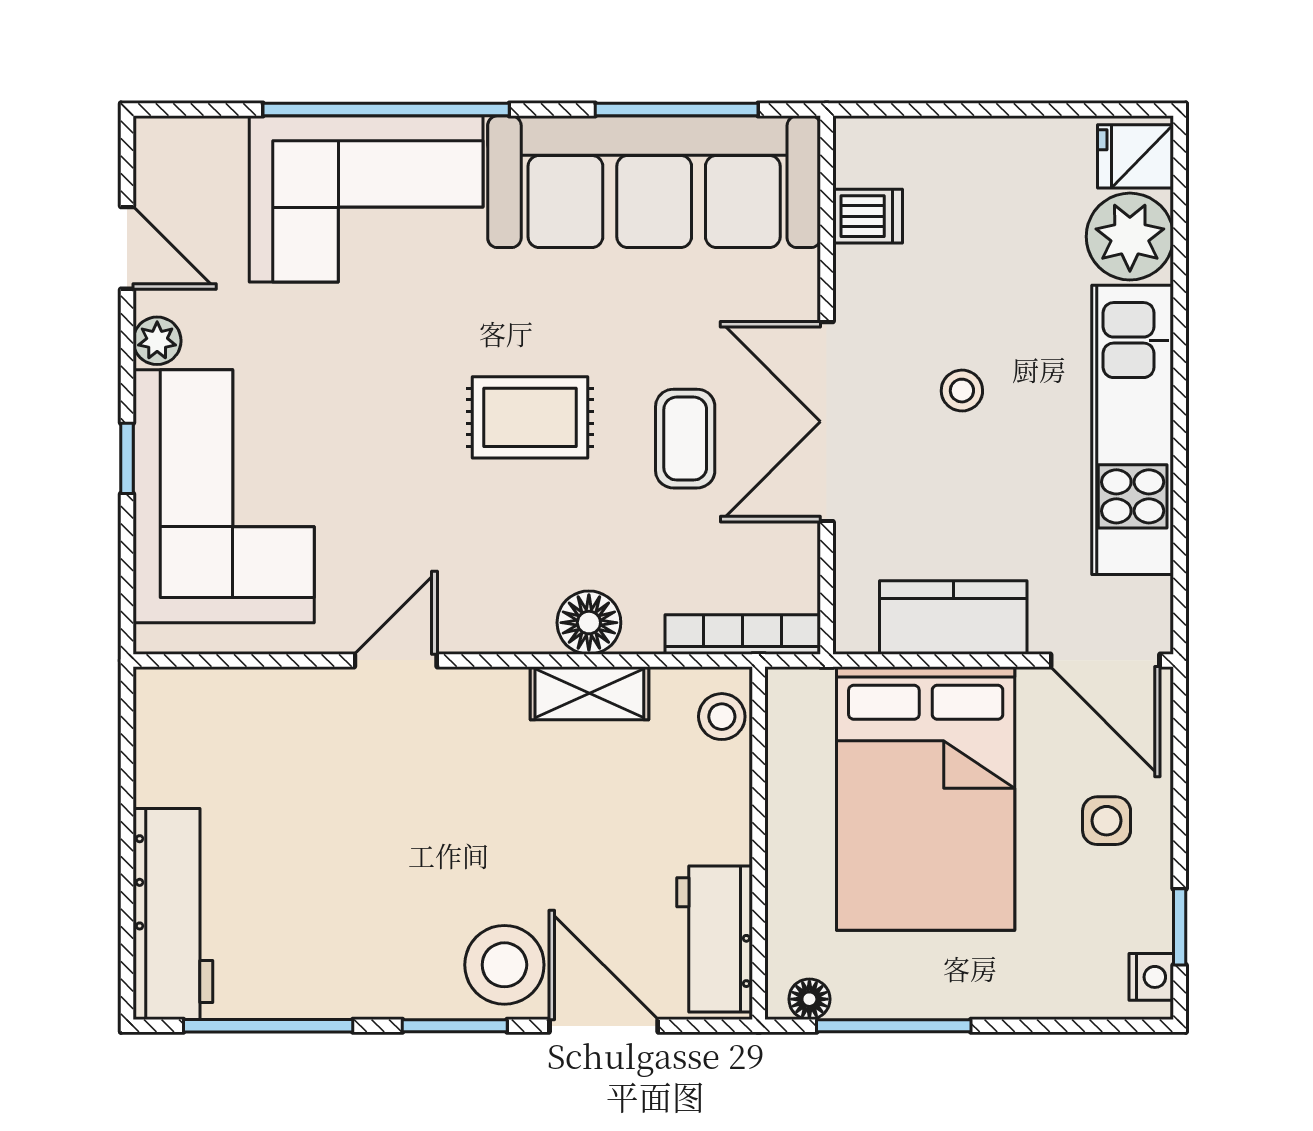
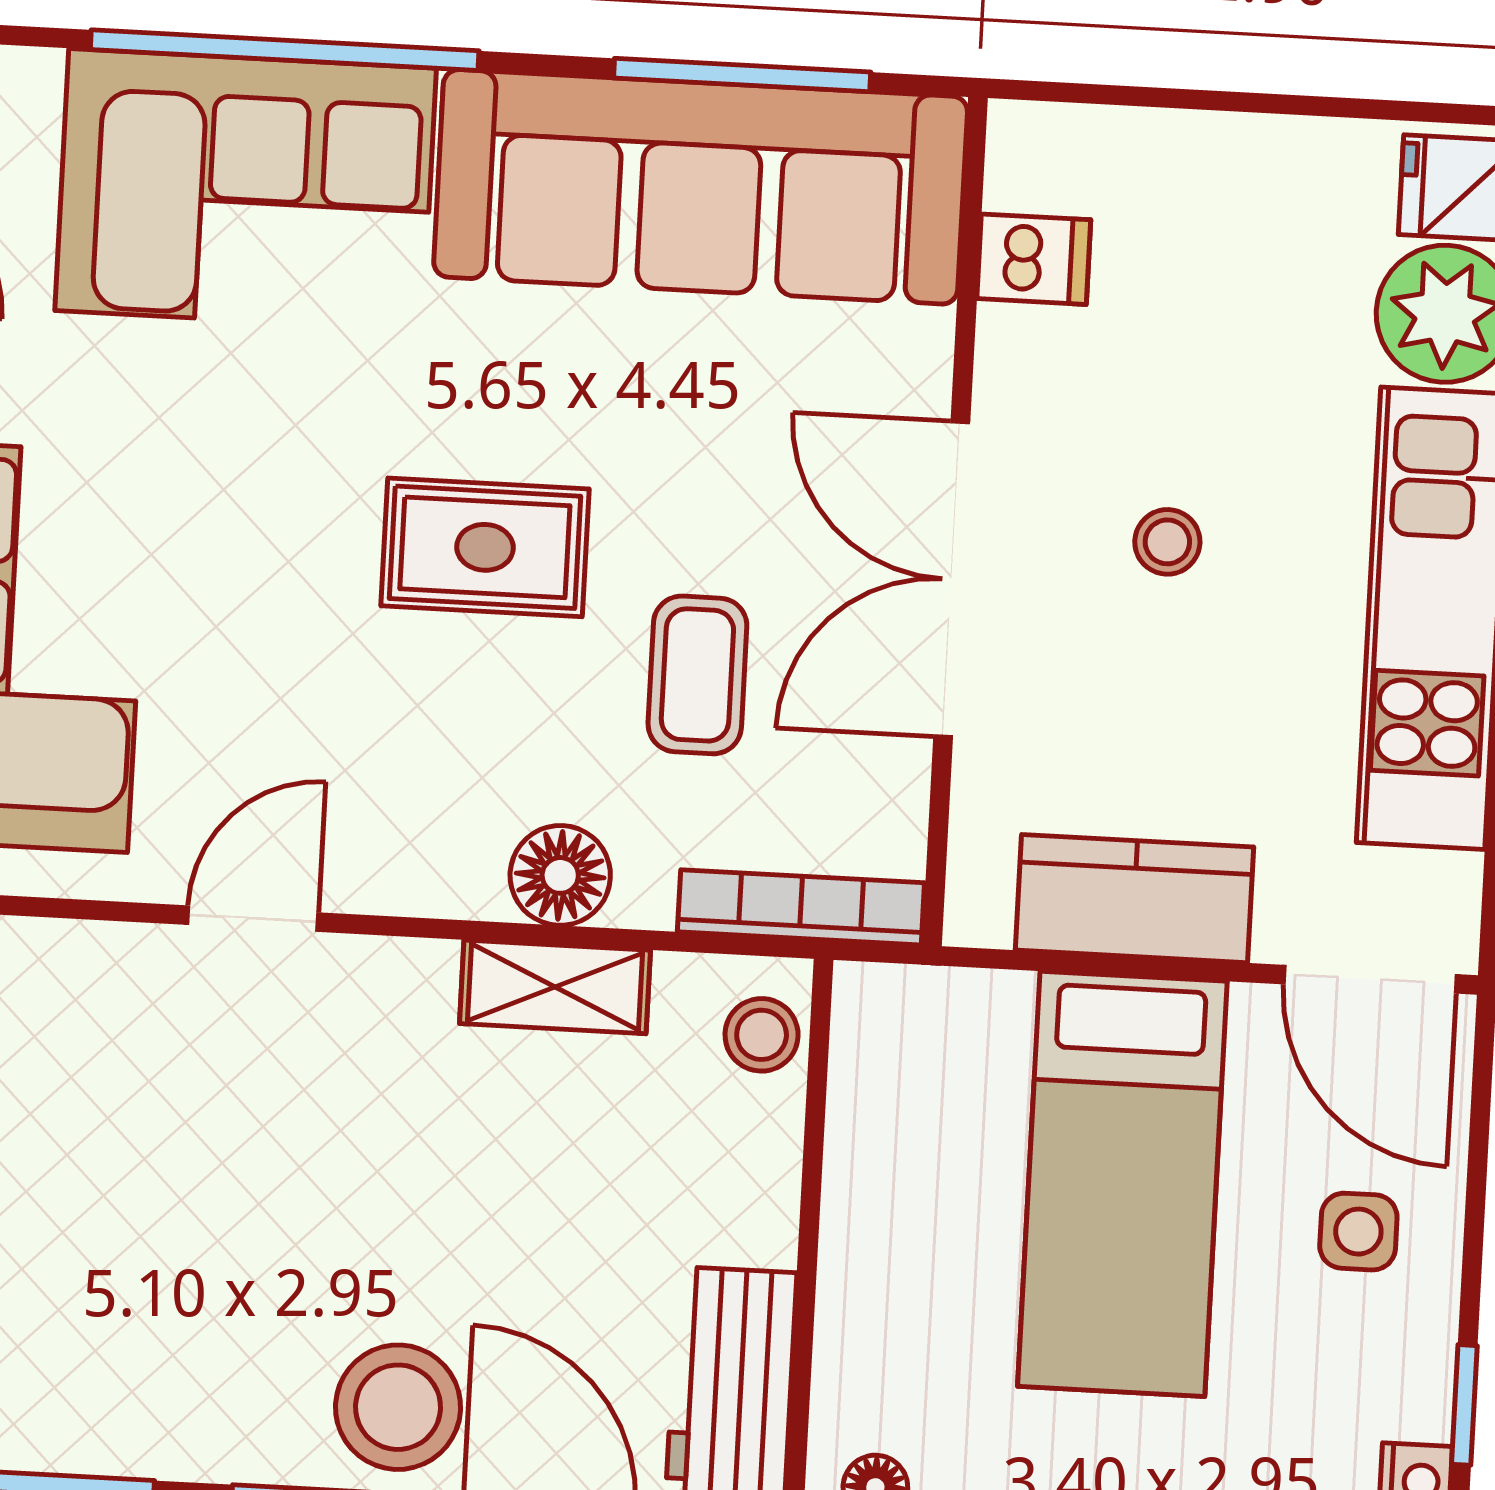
coffee table: (685, 439) -> (697, 675), moved
bed: (926, 799) -> (1122, 1184), width x0.67

